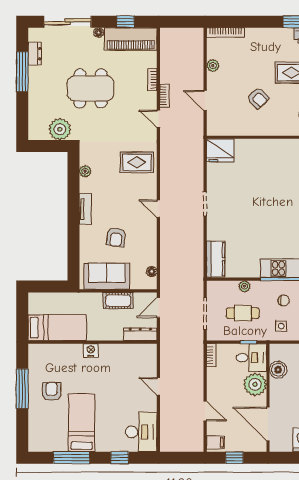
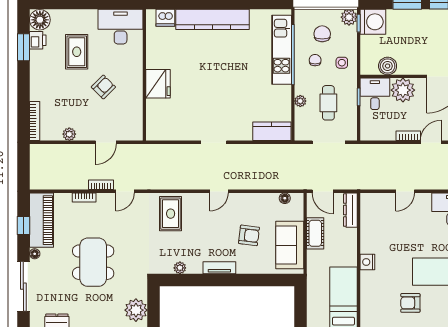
plant: (60, 129) -> (136, 310), moved
fridge: (220, 150) -> (158, 84), moved
bookcase: (211, 355) -> (408, 136), moved

